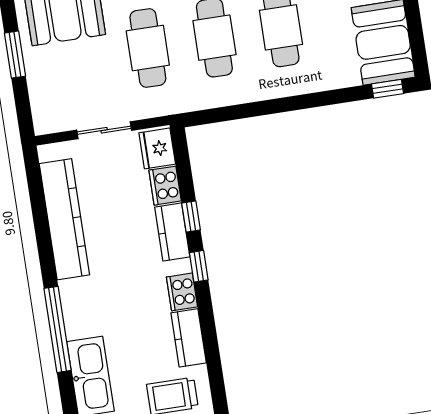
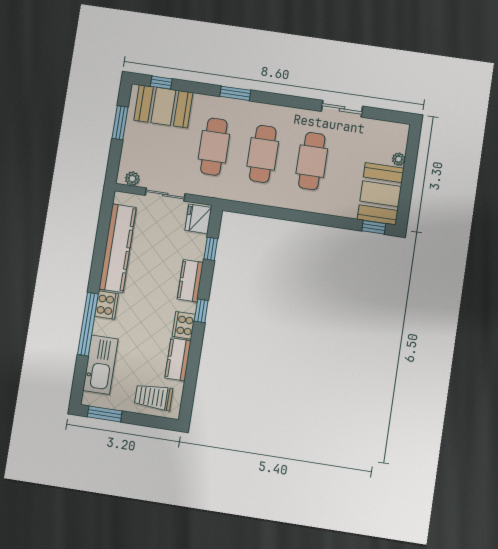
plant: (55, 123) -> (132, 179), added
cooker: (165, 186) -> (107, 305), moved, turned 180
window: (191, 216) -> (211, 249), moved

